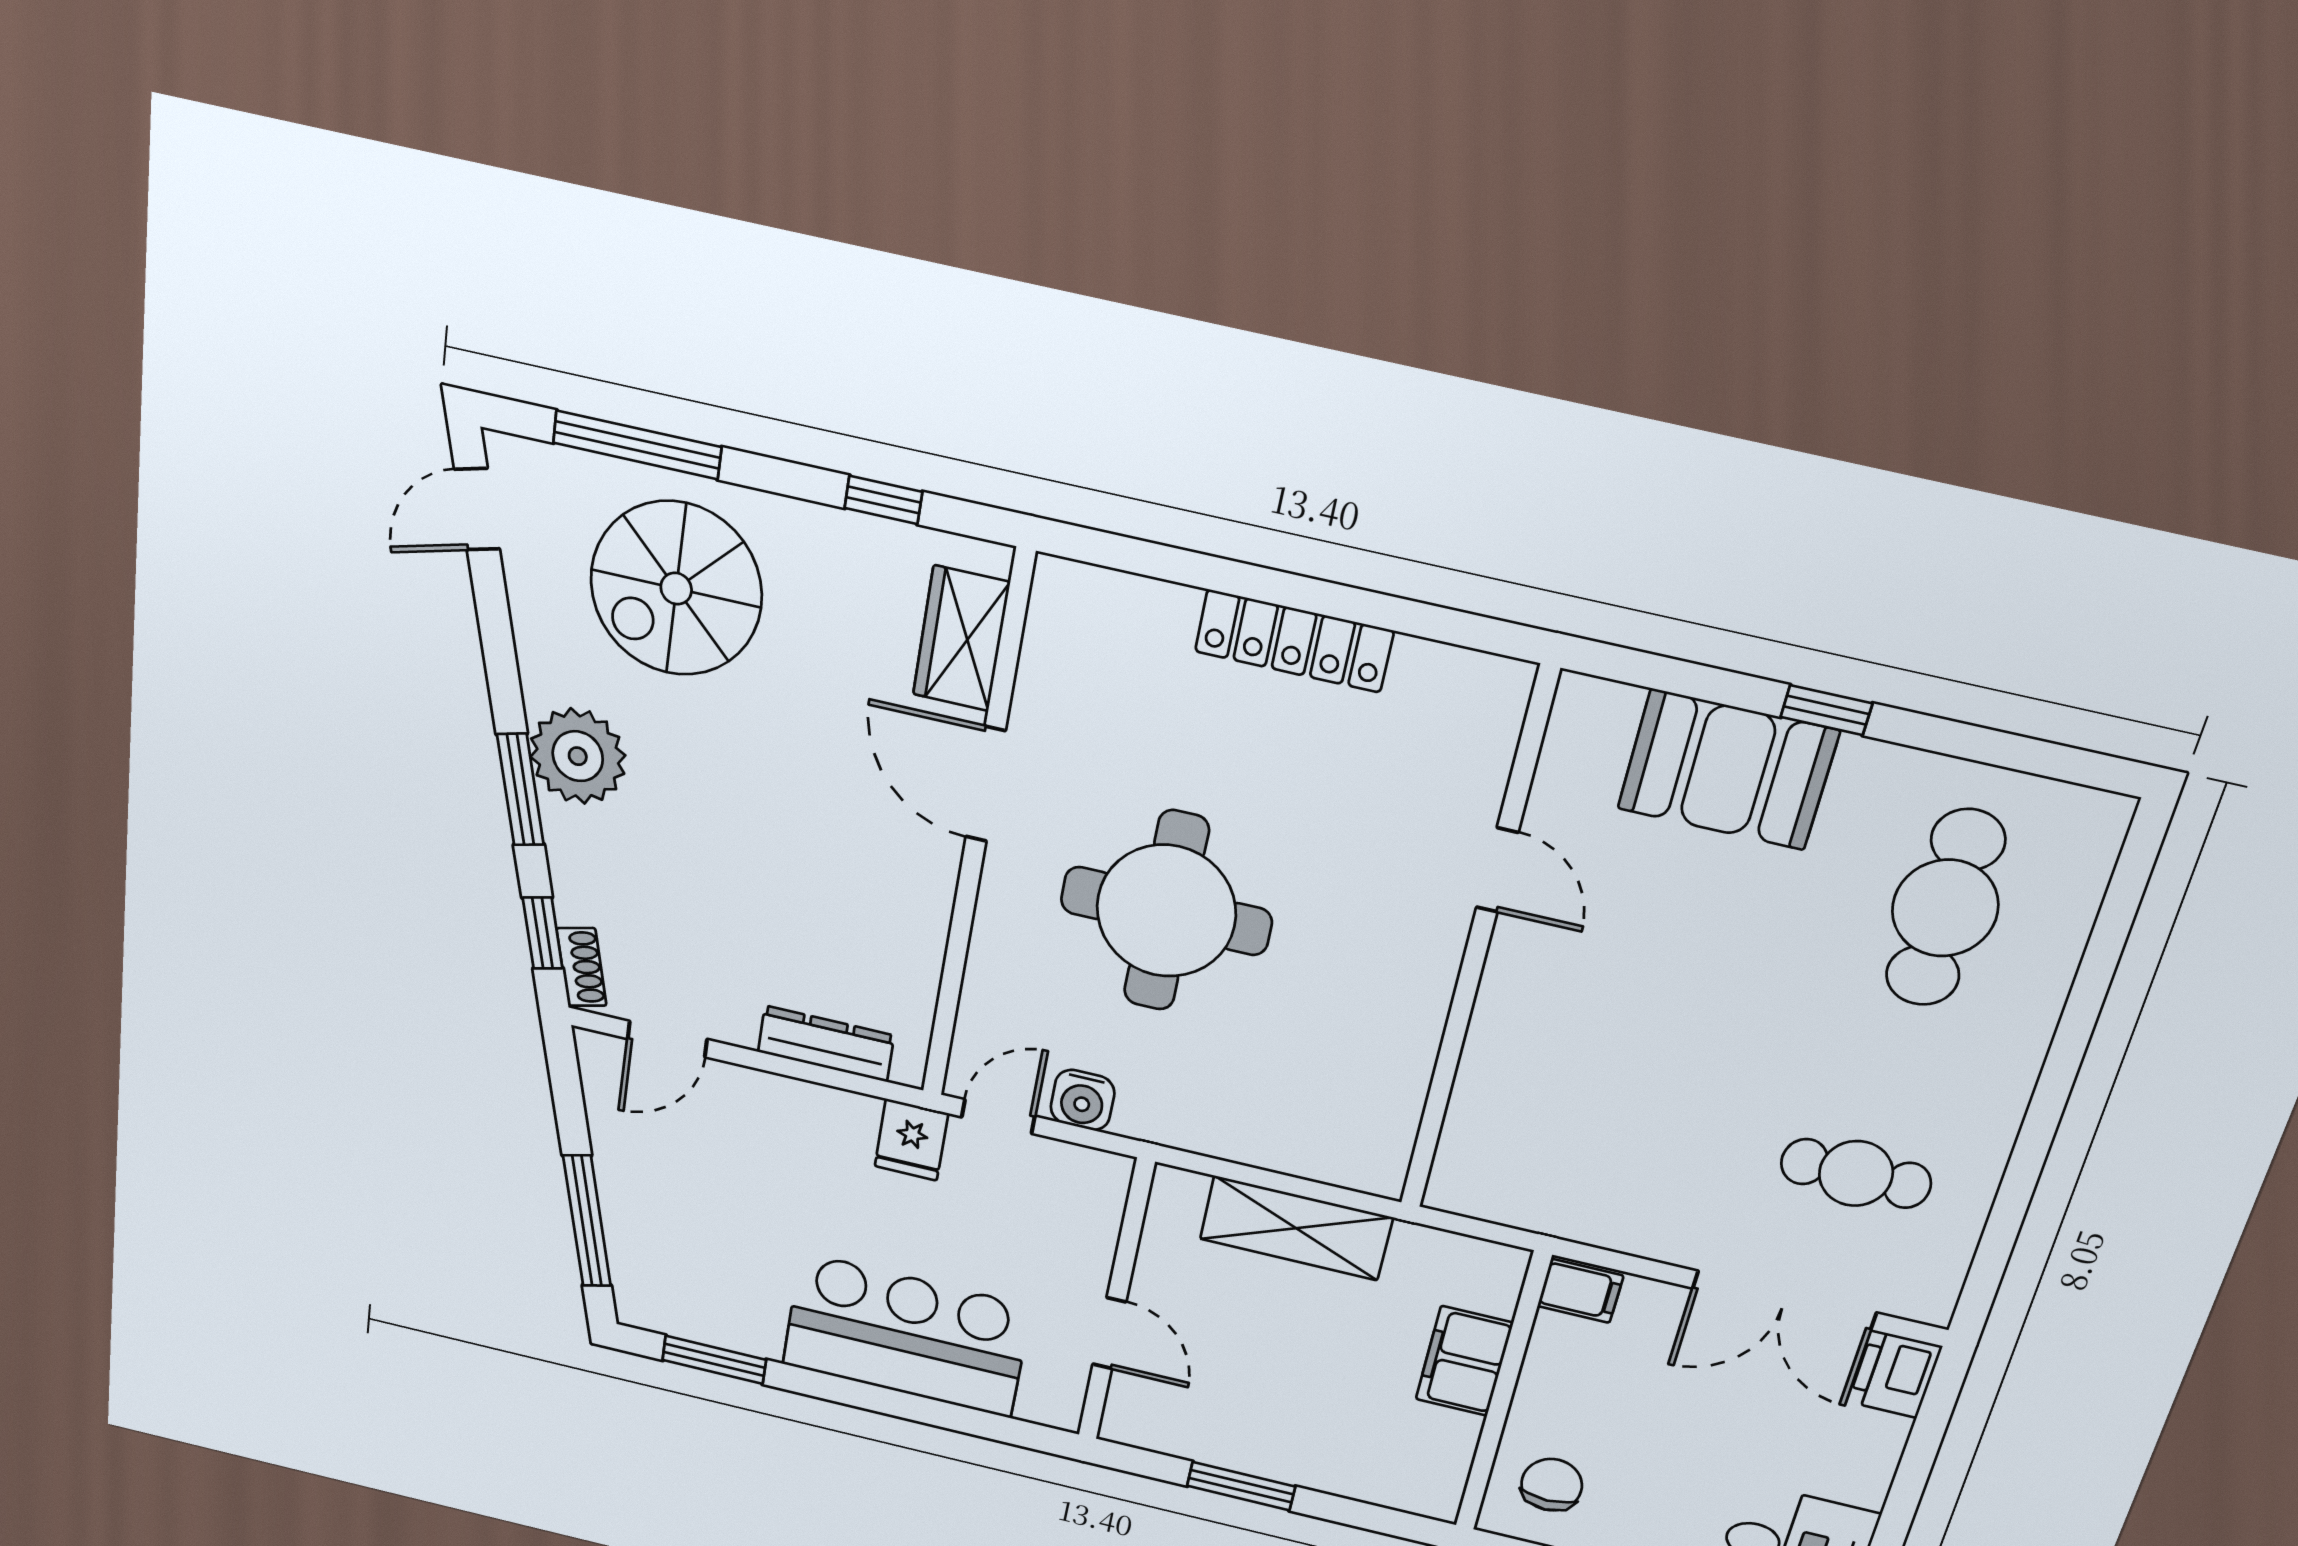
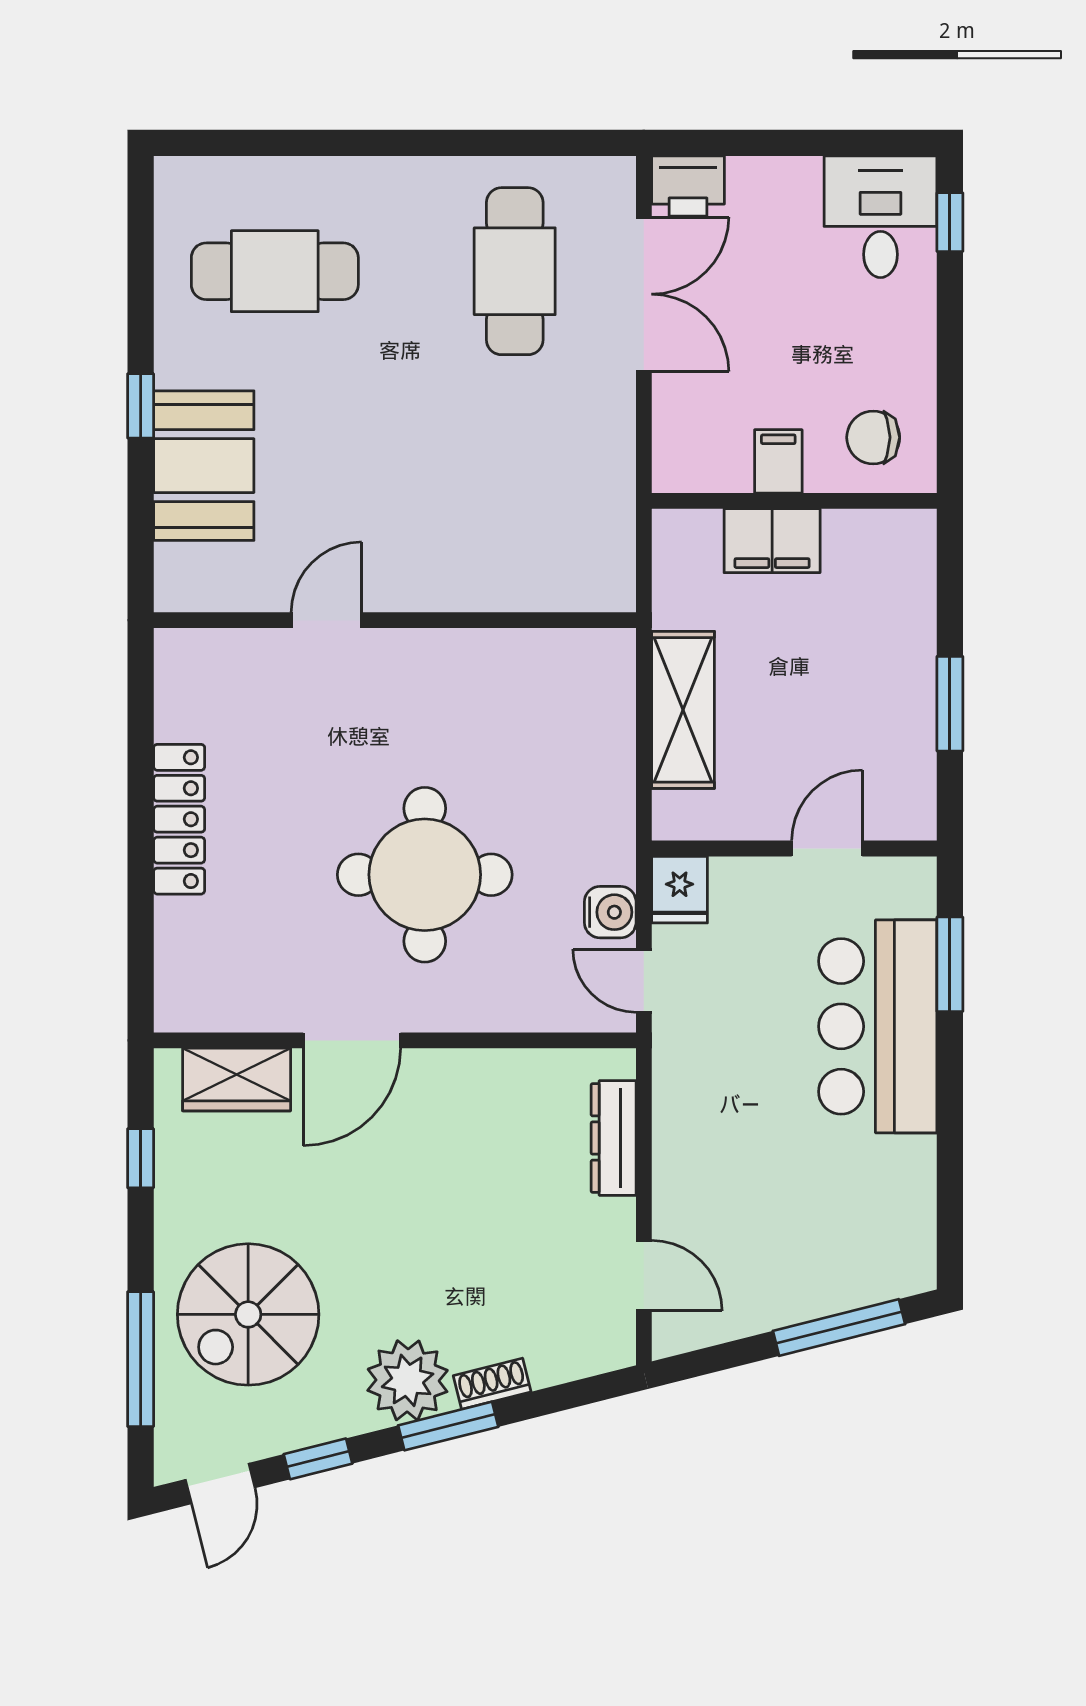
door: (477, 509) -> (220, 1484), hinge flipped
spiral stairs: (676, 589) -> (248, 1314), turned 90
window: (543, 933) -> (318, 1459), moved
shoe rack: (582, 967) -> (492, 1384), moved
fridge: (911, 1140) -> (680, 890), moved, turned 90
cafe table: (1856, 1173) -> (515, 271), width x1.37, depth x1.35
filing cabinet: (1580, 1291) -> (778, 461), moved
window: (714, 1360) -> (950, 964), moved

